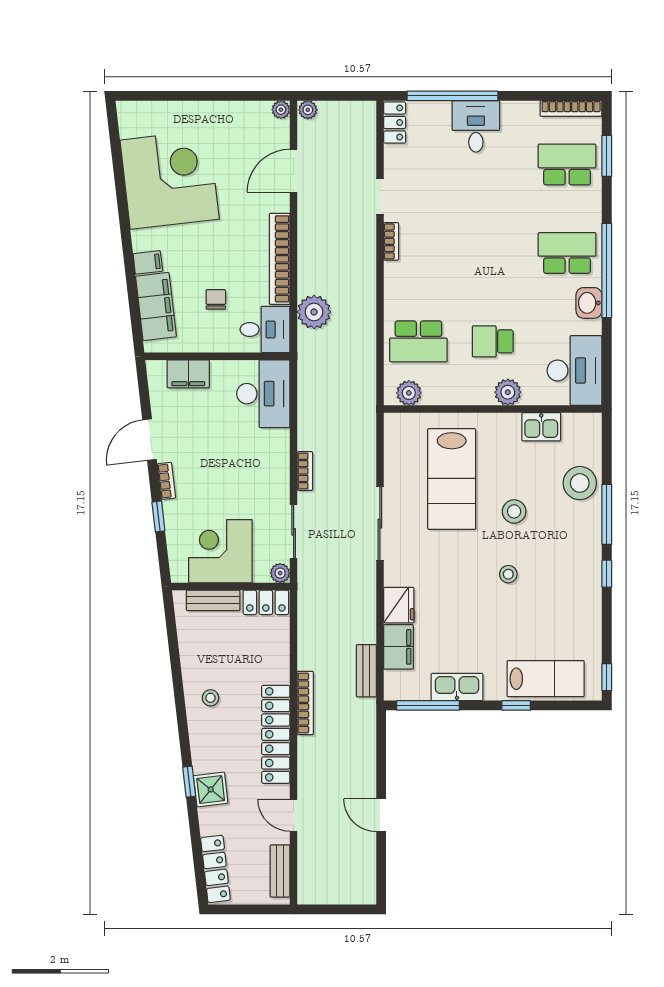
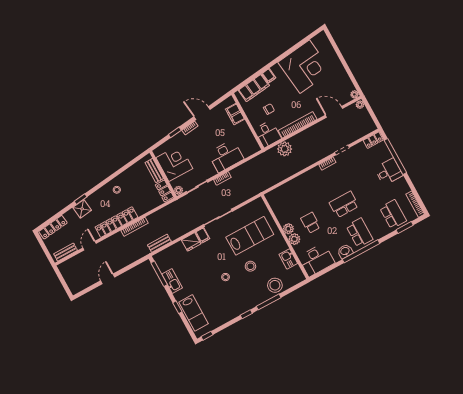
school desk: (418, 341) -> (344, 204), moved, turned 90
plant: (409, 393) -> (288, 229), moved
desk: (263, 394) -> (226, 156), moved
lab bench: (452, 479) -> (250, 236), turned 180
filing cabinet: (398, 647) -> (203, 235), moved, width x0.50

